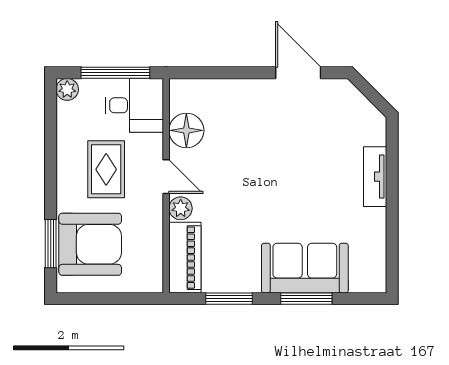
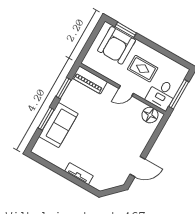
plant: (67, 89) -> (183, 71), removed
floor lamp: (186, 130) -> (150, 115), moved
plant: (181, 208) -> (110, 89), removed

